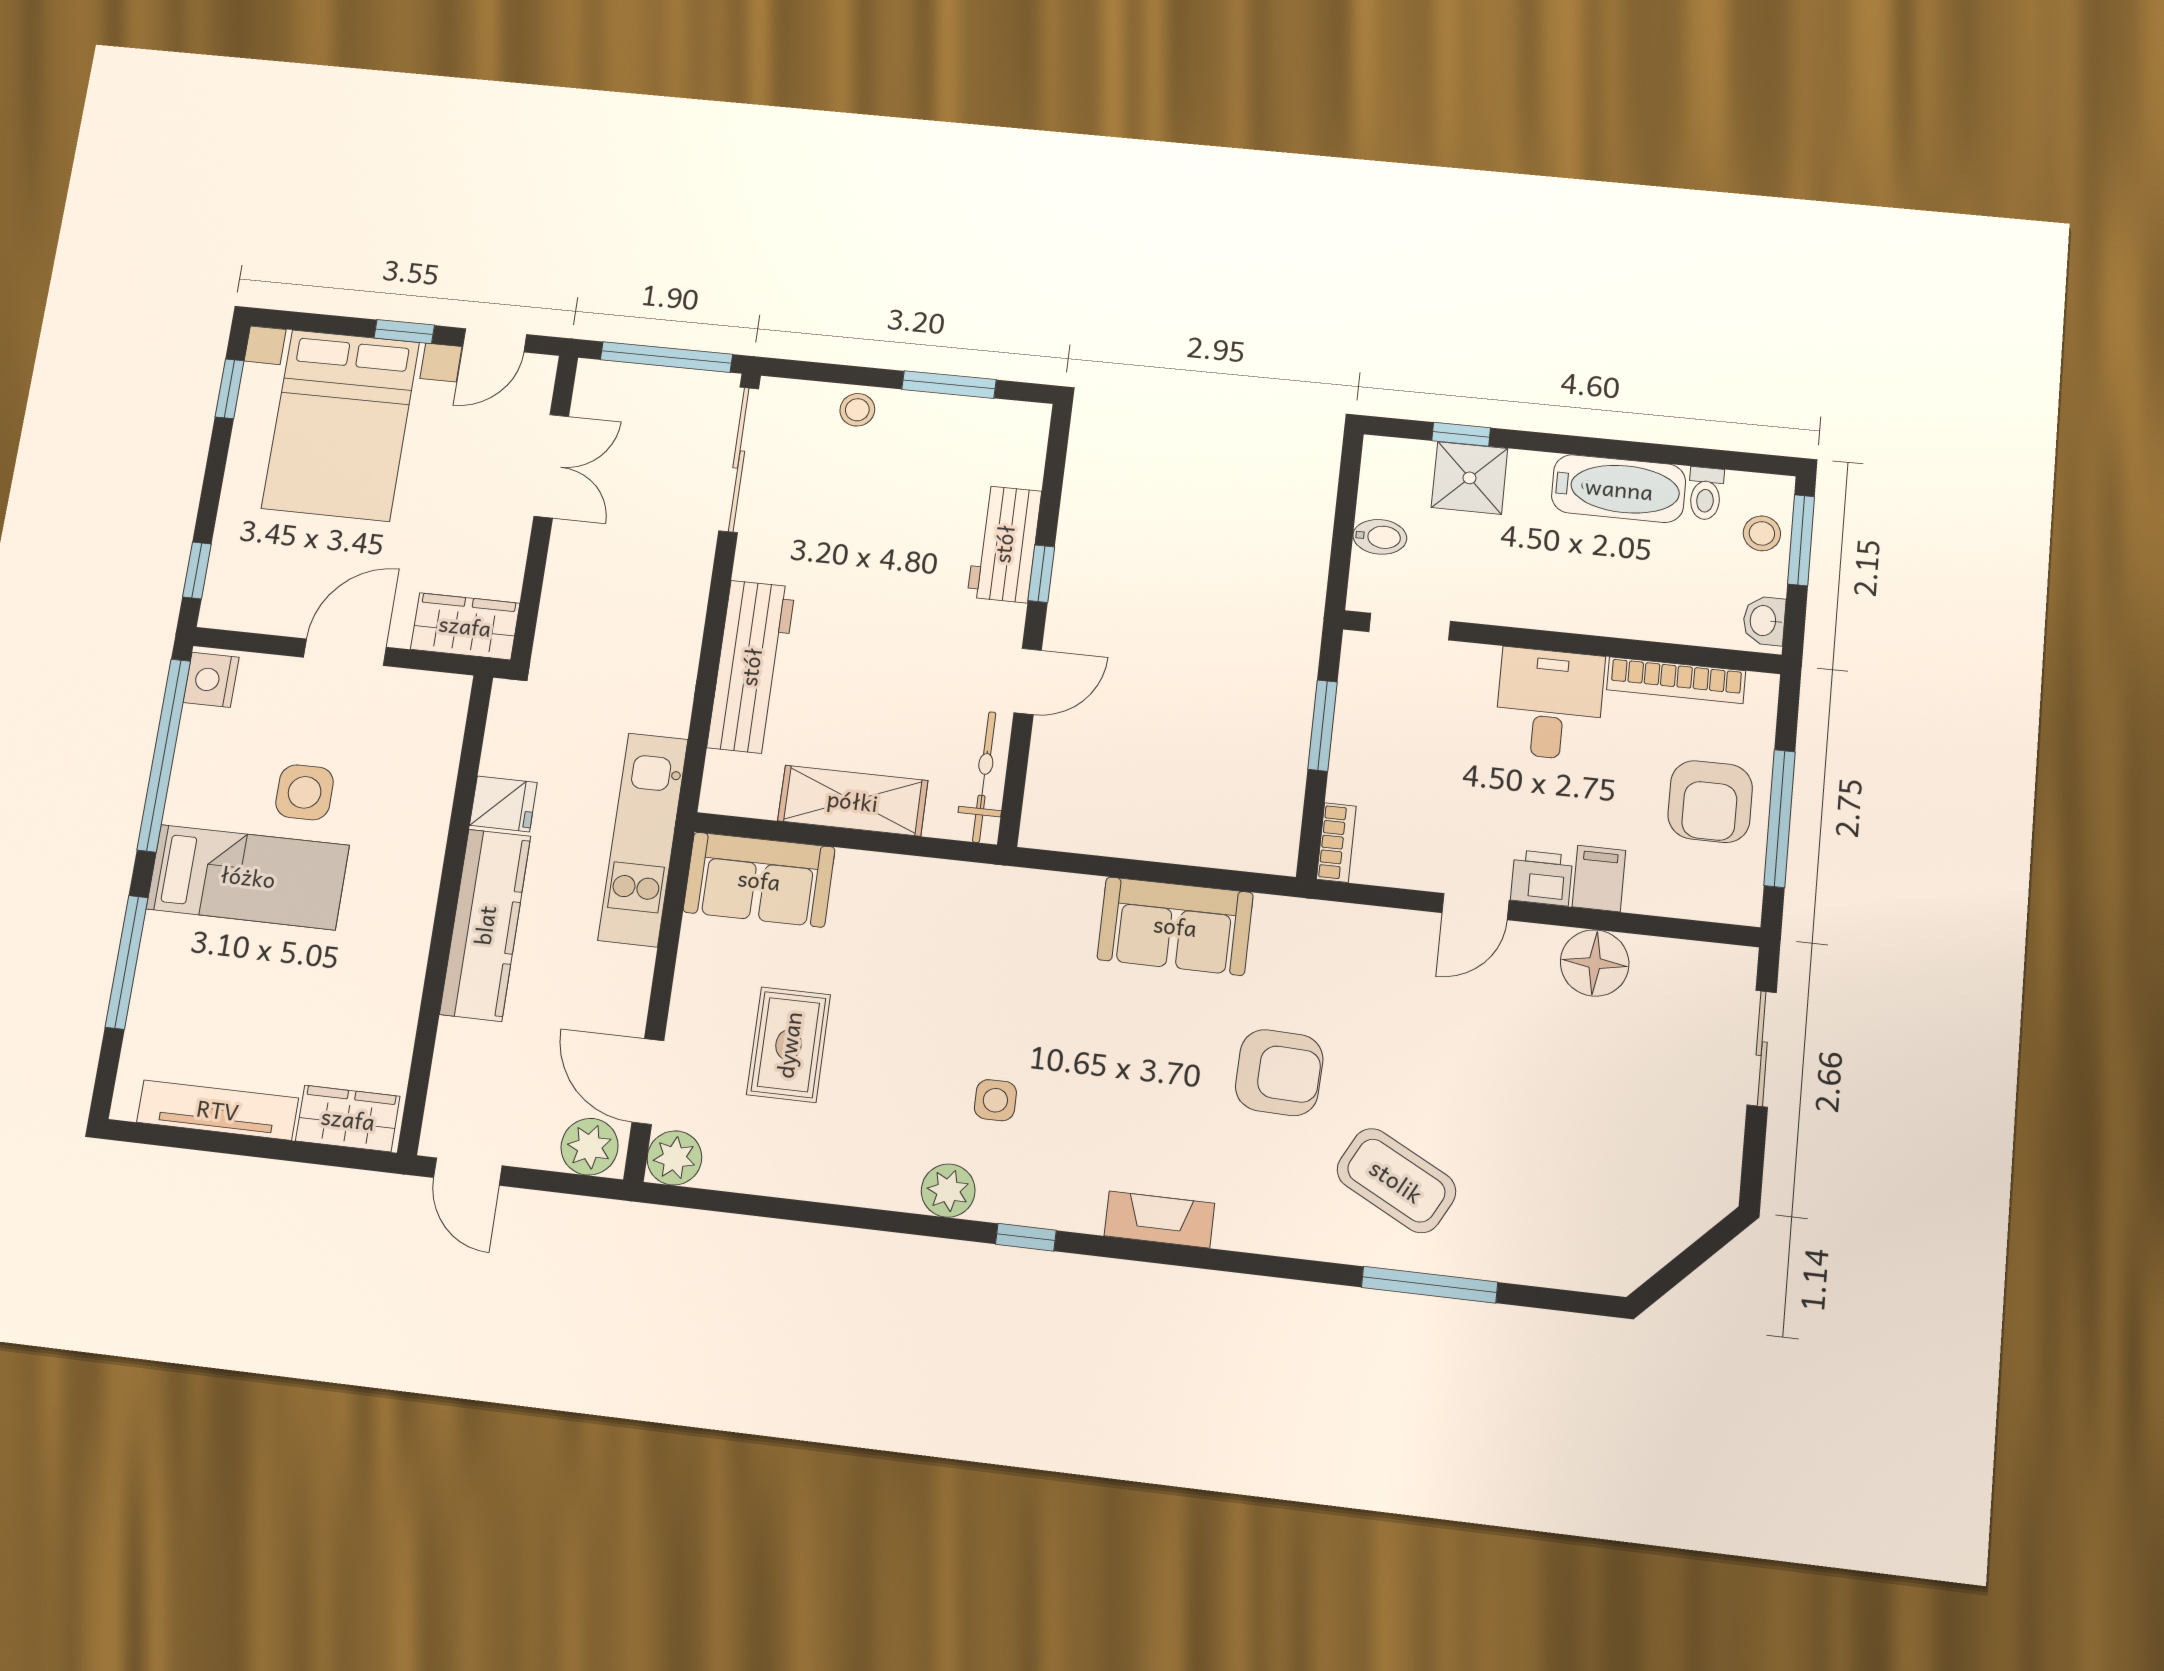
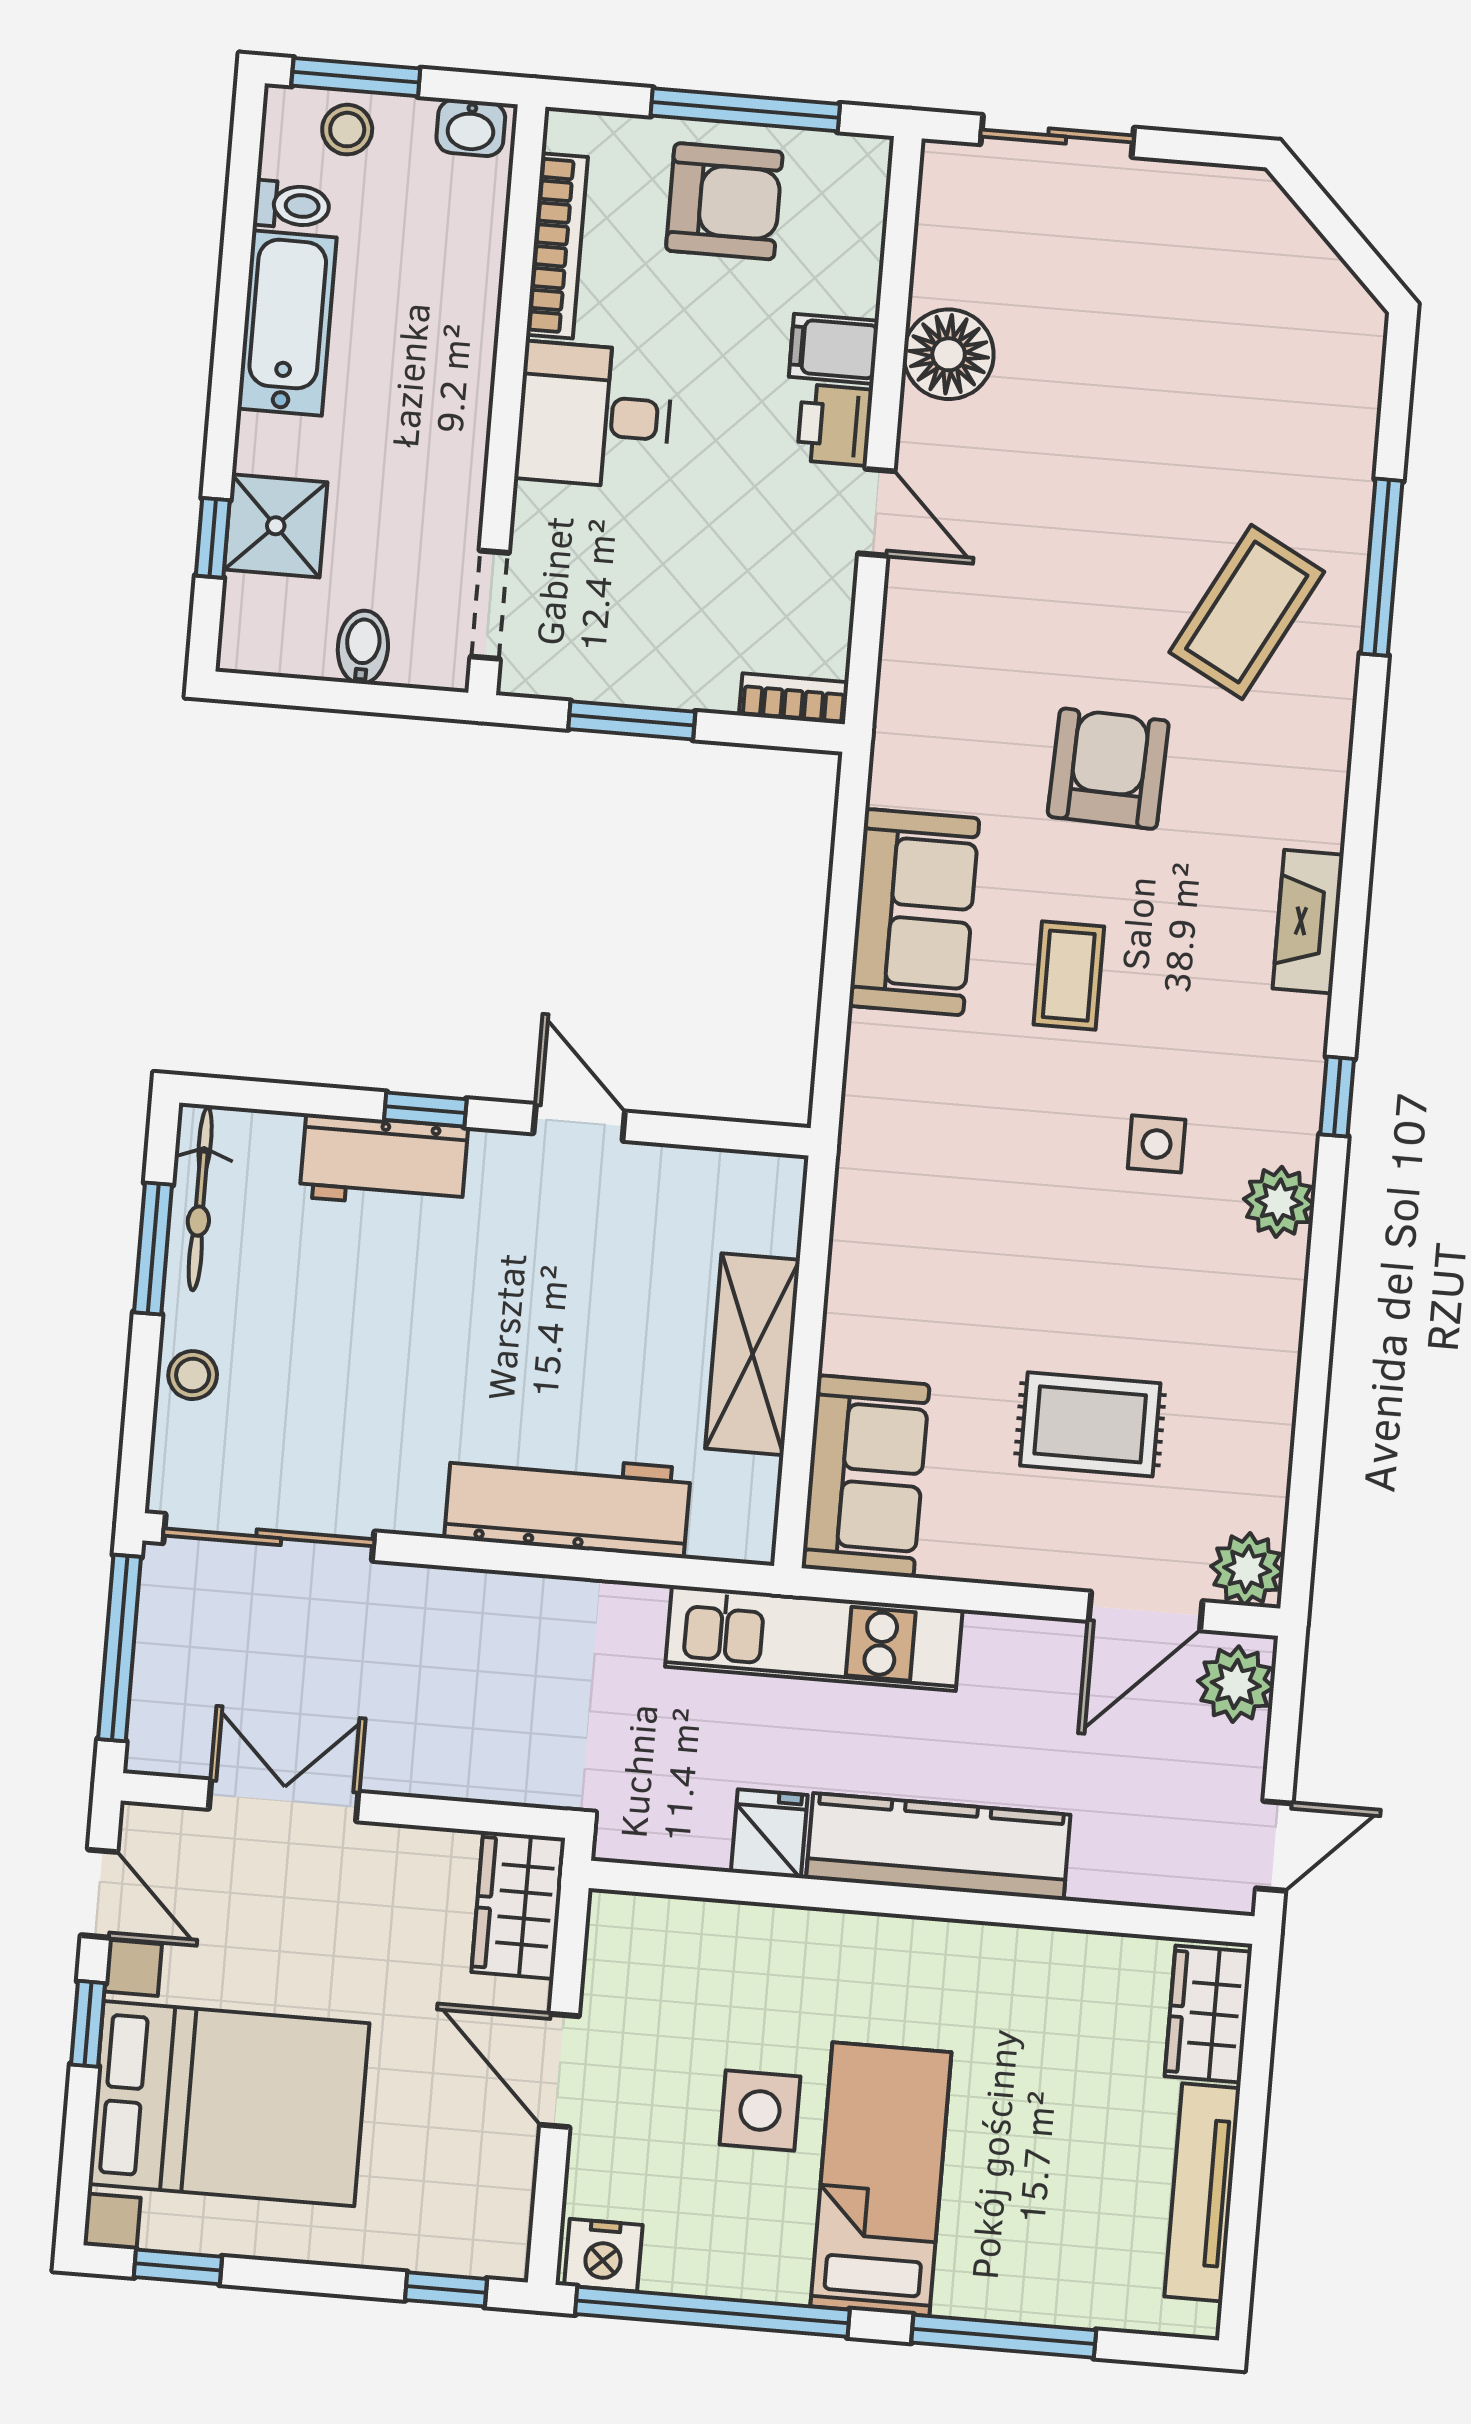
bicycle: (984, 777) -> (200, 1199), moved, turned -90
coffee table: (1124, 1039) -> (1069, 976), added

